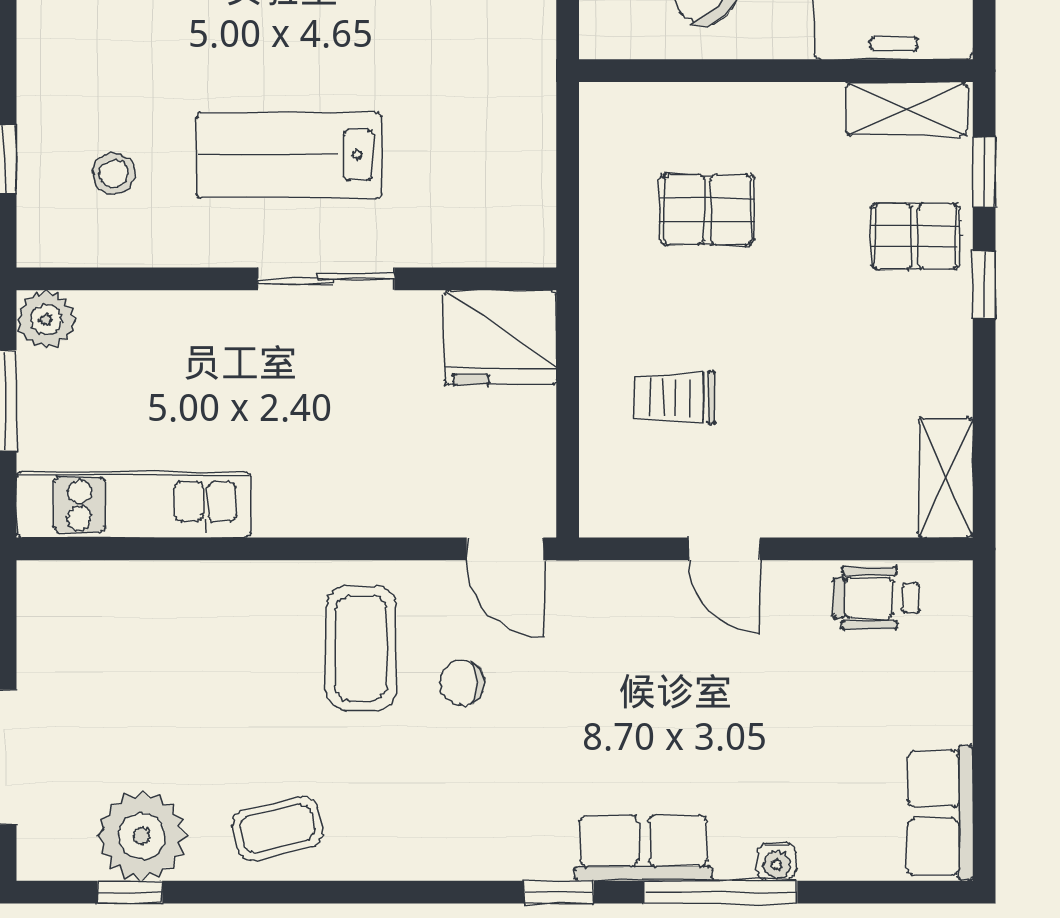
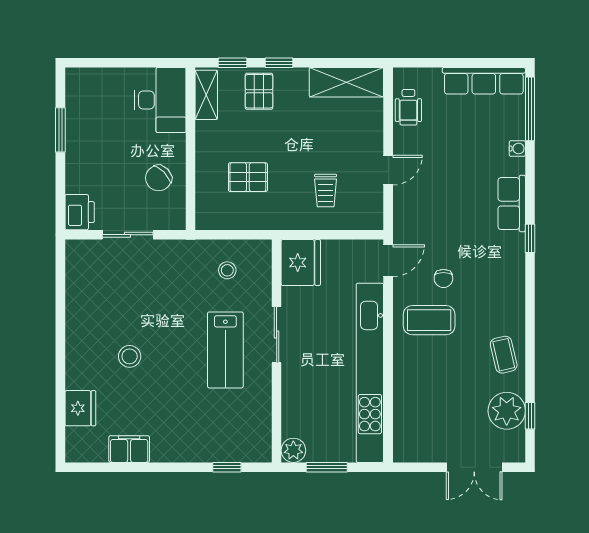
stool: (114, 174) -> (227, 270), moved
pallet: (707, 210) -> (248, 177), turned 90
shelving: (946, 478) -> (346, 82), width x1.50, depth x1.33
kitchen unit: (133, 505) -> (370, 373), width x1.86
row of seats: (940, 813) -> (484, 81), width x1.48
window: (720, 892) -> (530, 109), moved

